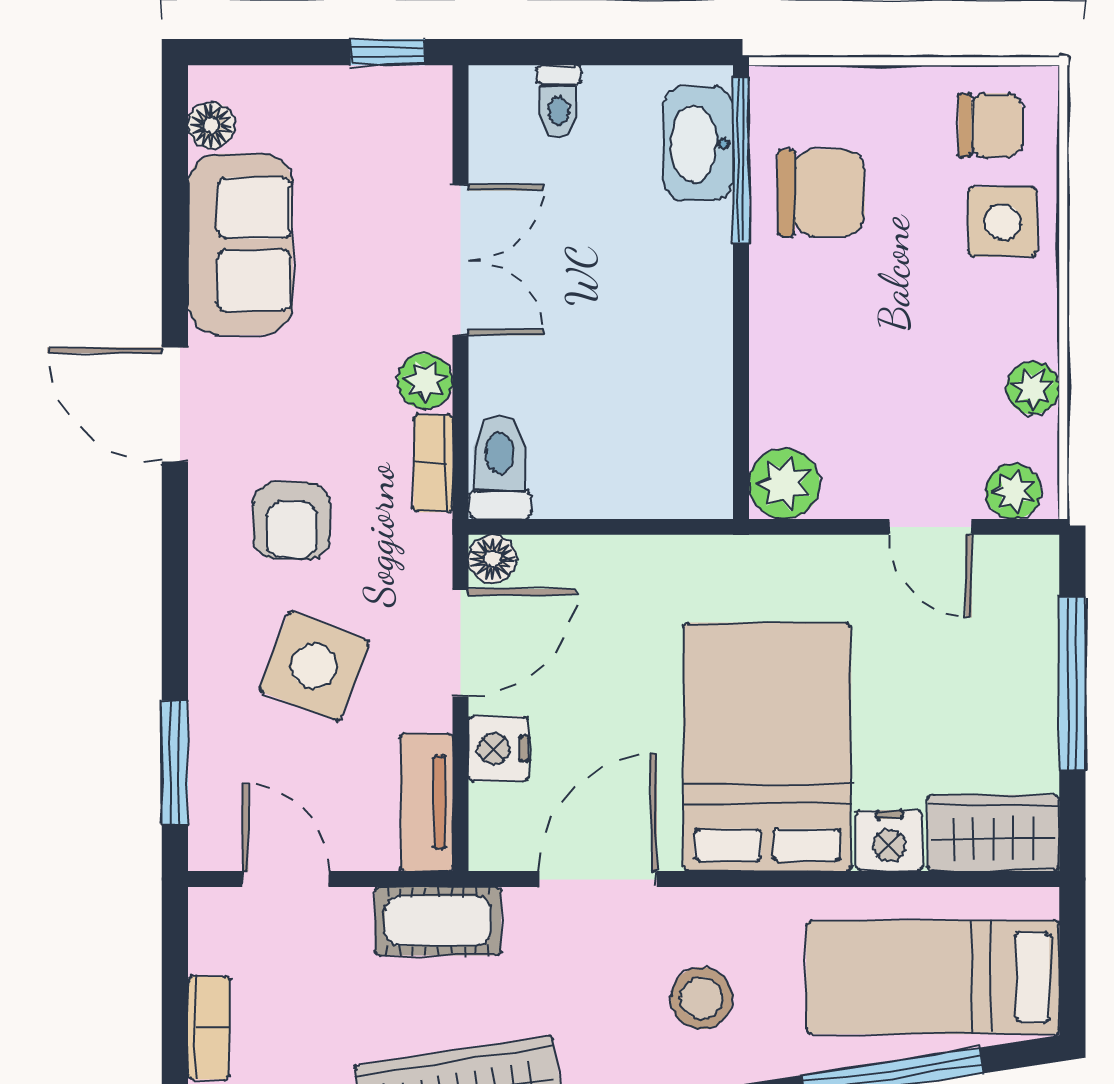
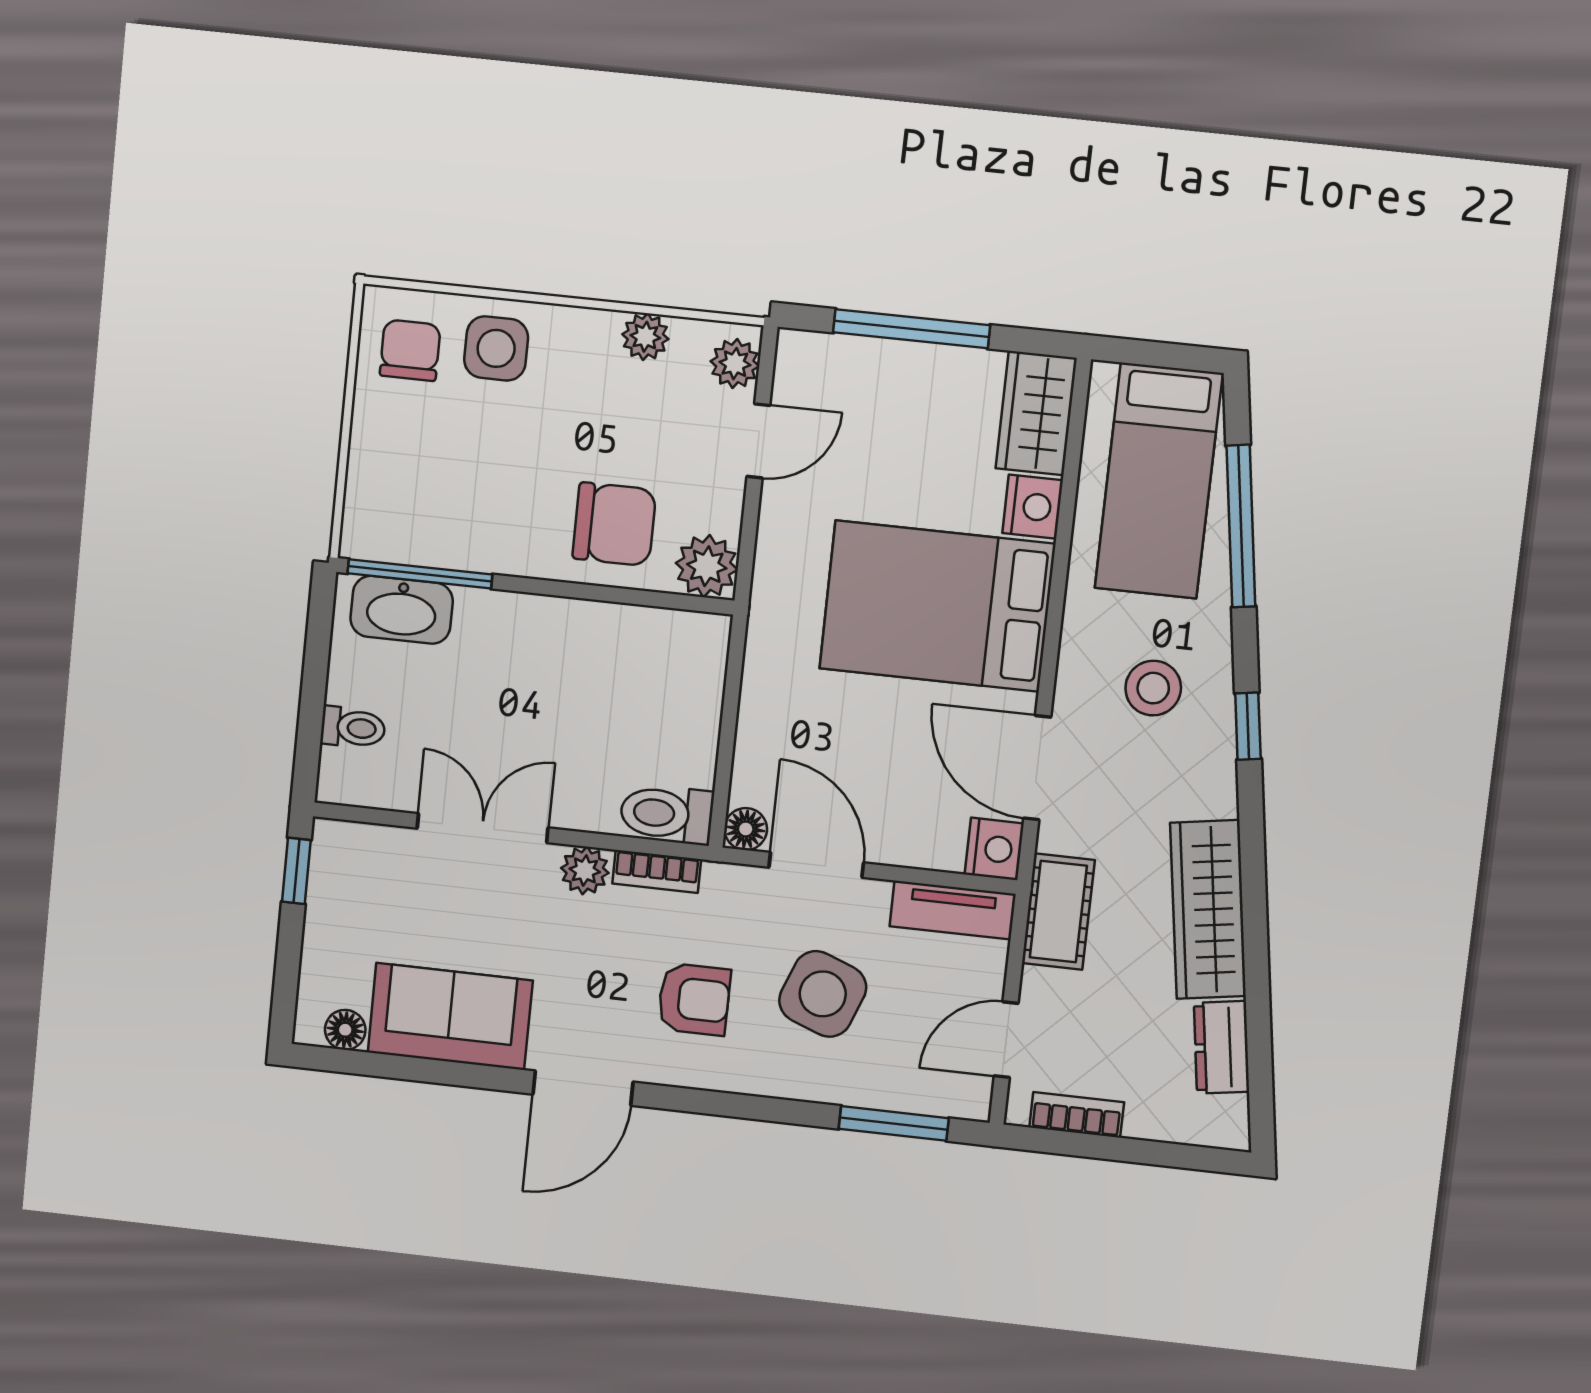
chair: (821, 193) -> (614, 524), moved, turned 90
nightstand: (498, 749) -> (994, 849), moved, turned -90
bookcase: (209, 1028) -> (1077, 1115), moved

